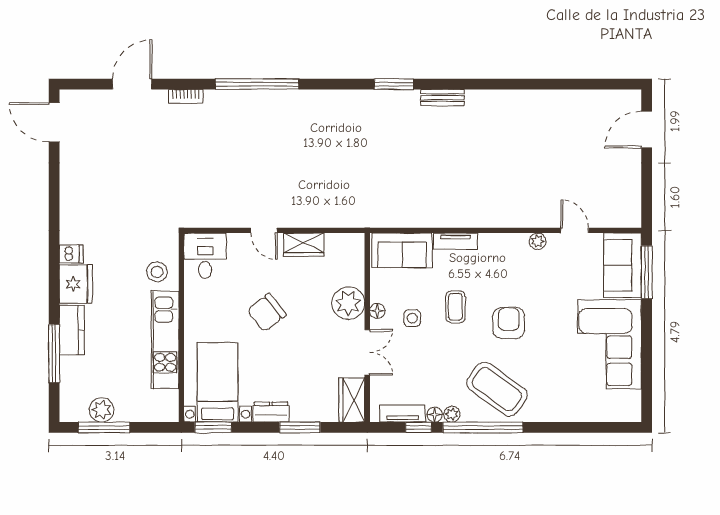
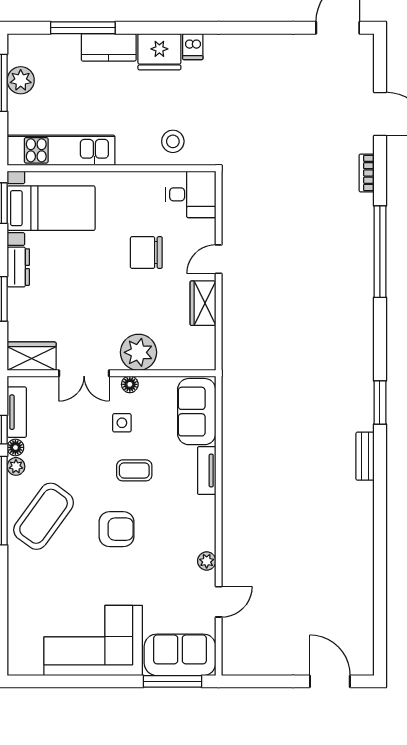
chair: (267, 313) -> (146, 253), moved, turned -52
kitchen unit: (165, 340) -> (61, 150), moved

